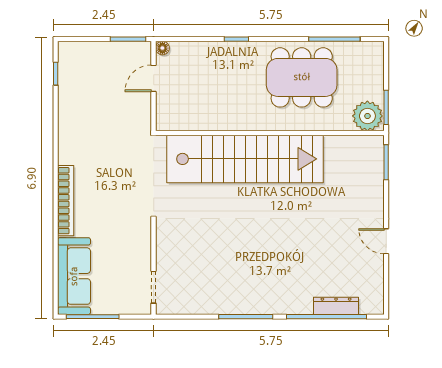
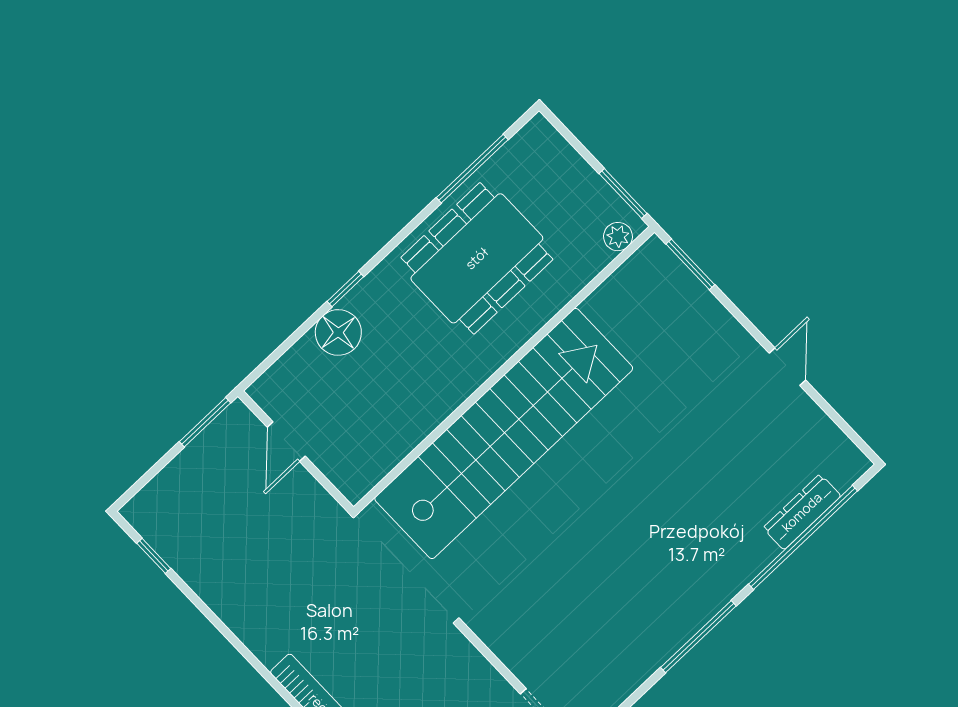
floor lamp: (162, 48) -> (338, 332), moved, width x1.89, depth x1.89
plant: (367, 116) -> (618, 237), width x0.53, depth x0.53
door: (386, 241) -> (787, 367), swing flipped

